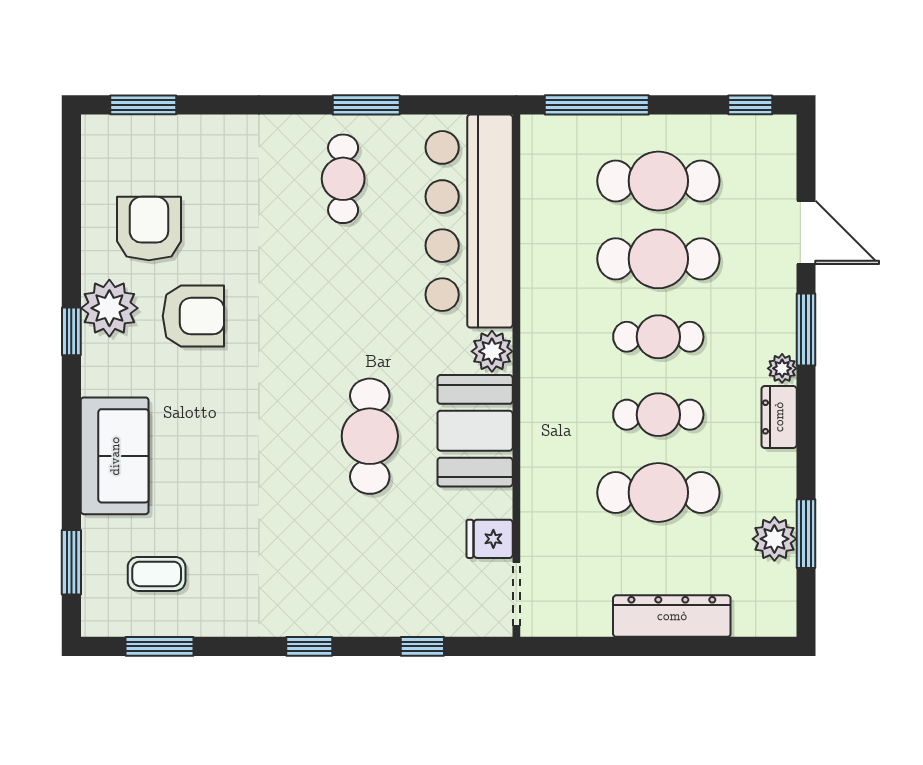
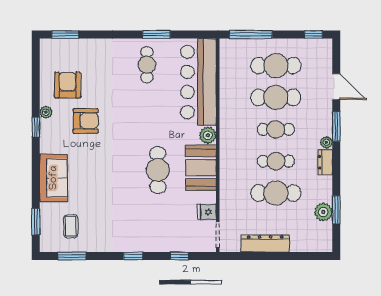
plant: (109, 308) -> (46, 112), width x0.53, depth x0.53
coffee table: (157, 574) -> (71, 226), turned 90
dresser: (672, 616) -> (265, 244), moved

